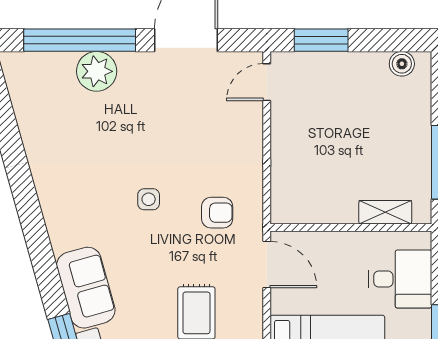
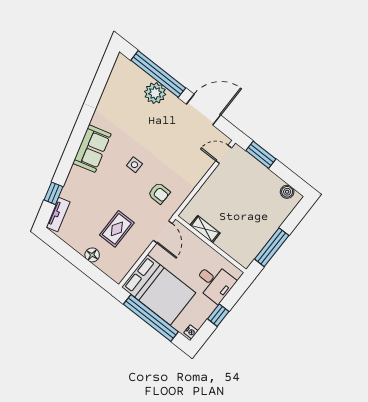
shelving: (385, 212) -> (205, 229), moved
sofa: (86, 288) -> (92, 149), moved

